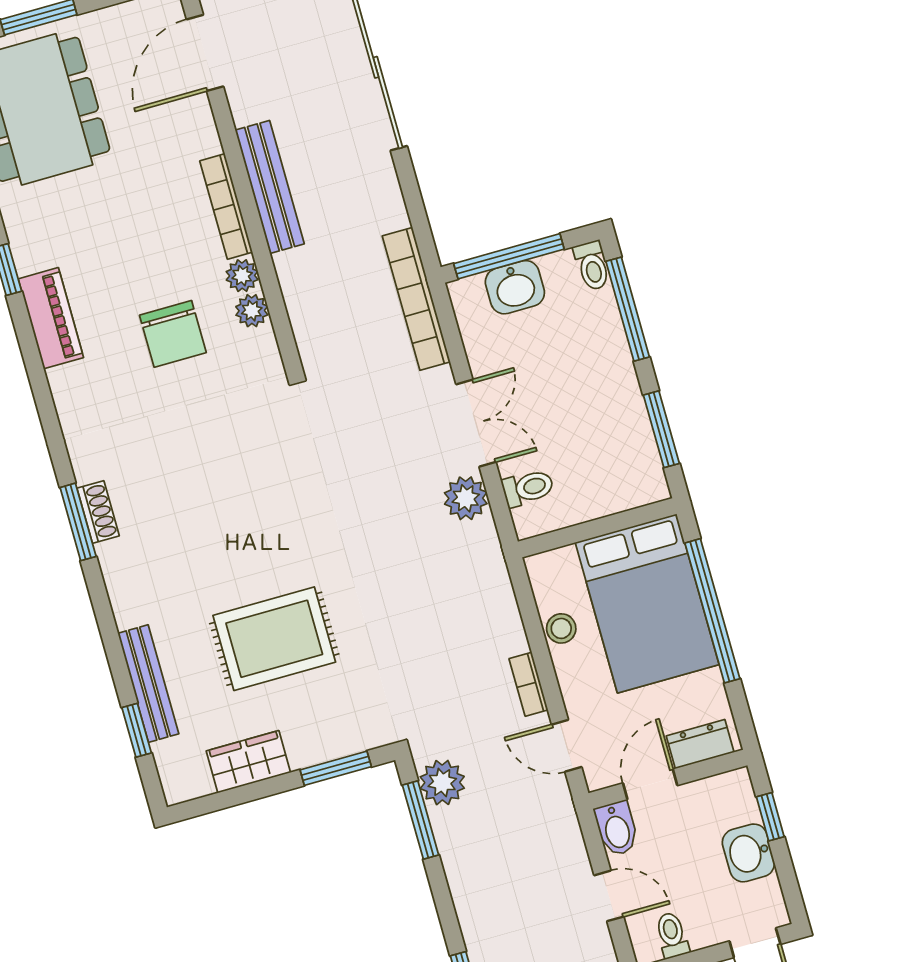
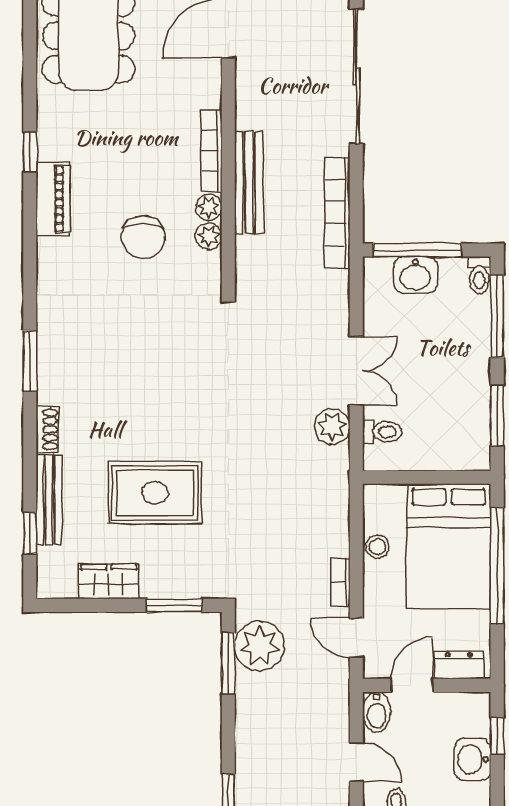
bench: (270, 187) -> (249, 183), moved
bookcase: (416, 299) -> (337, 213), moved
shoe rack: (98, 512) -> (47, 429), moved
plant: (442, 783) -> (260, 646), width x1.36, depth x1.36

